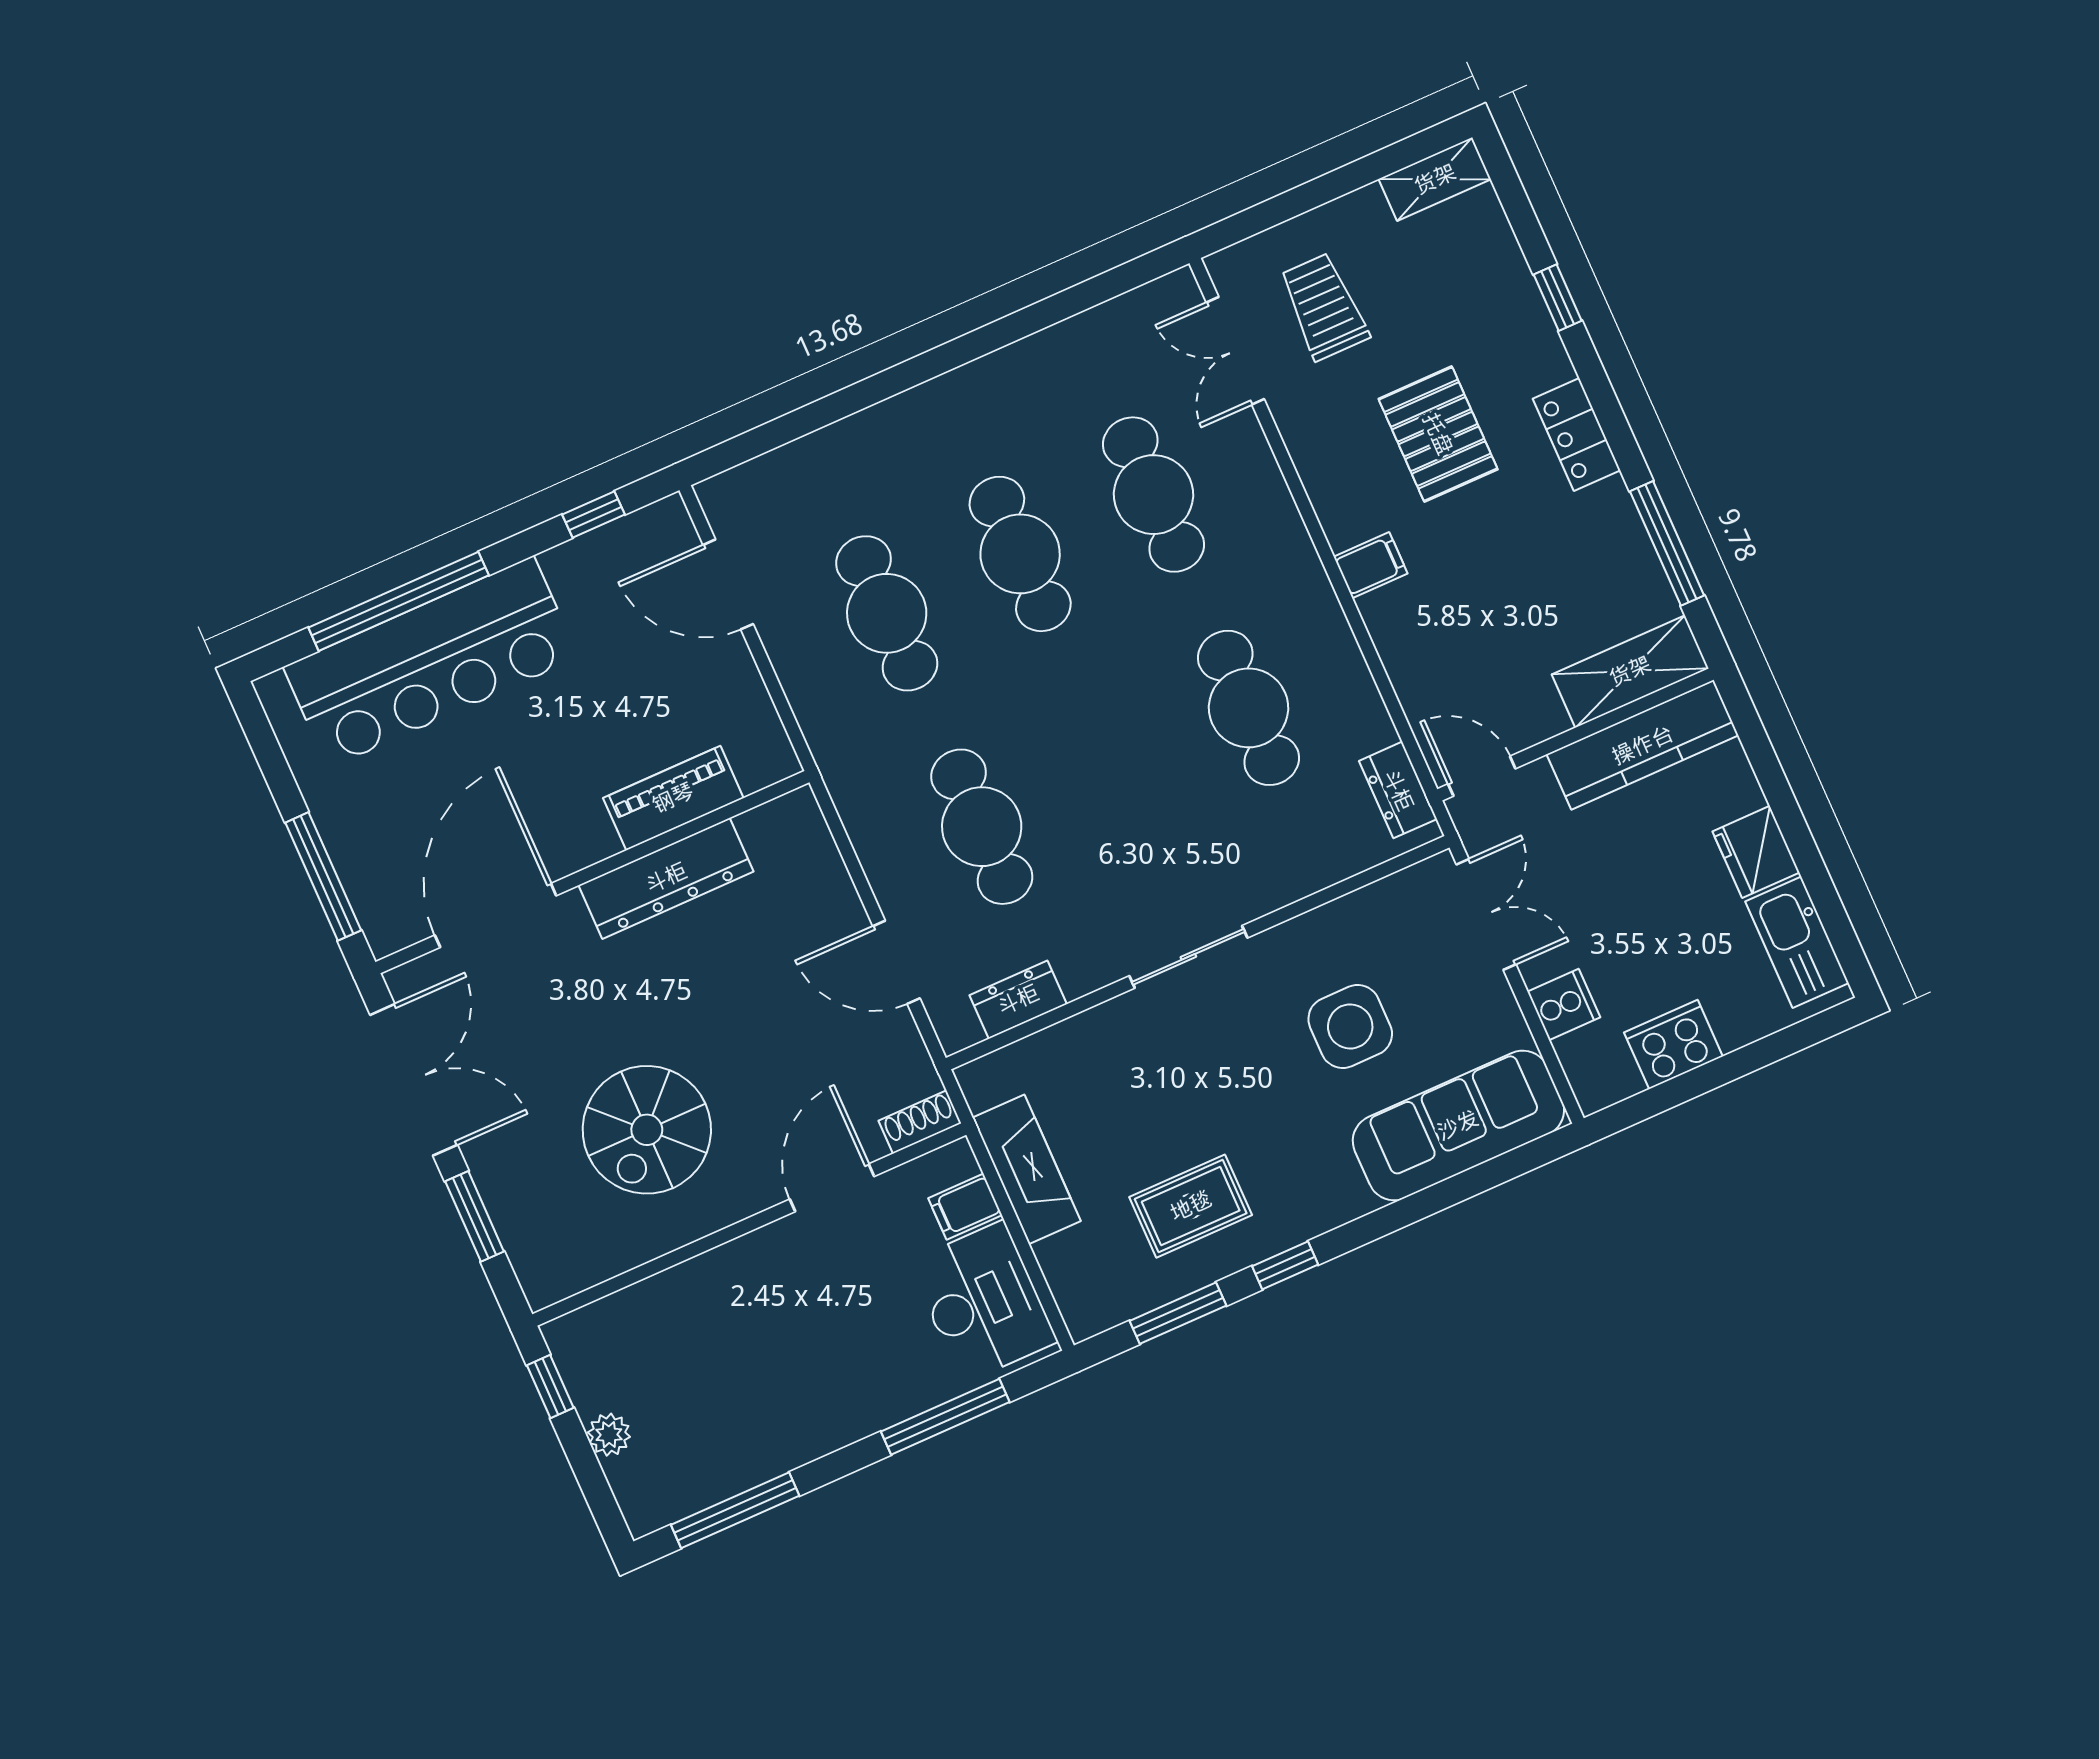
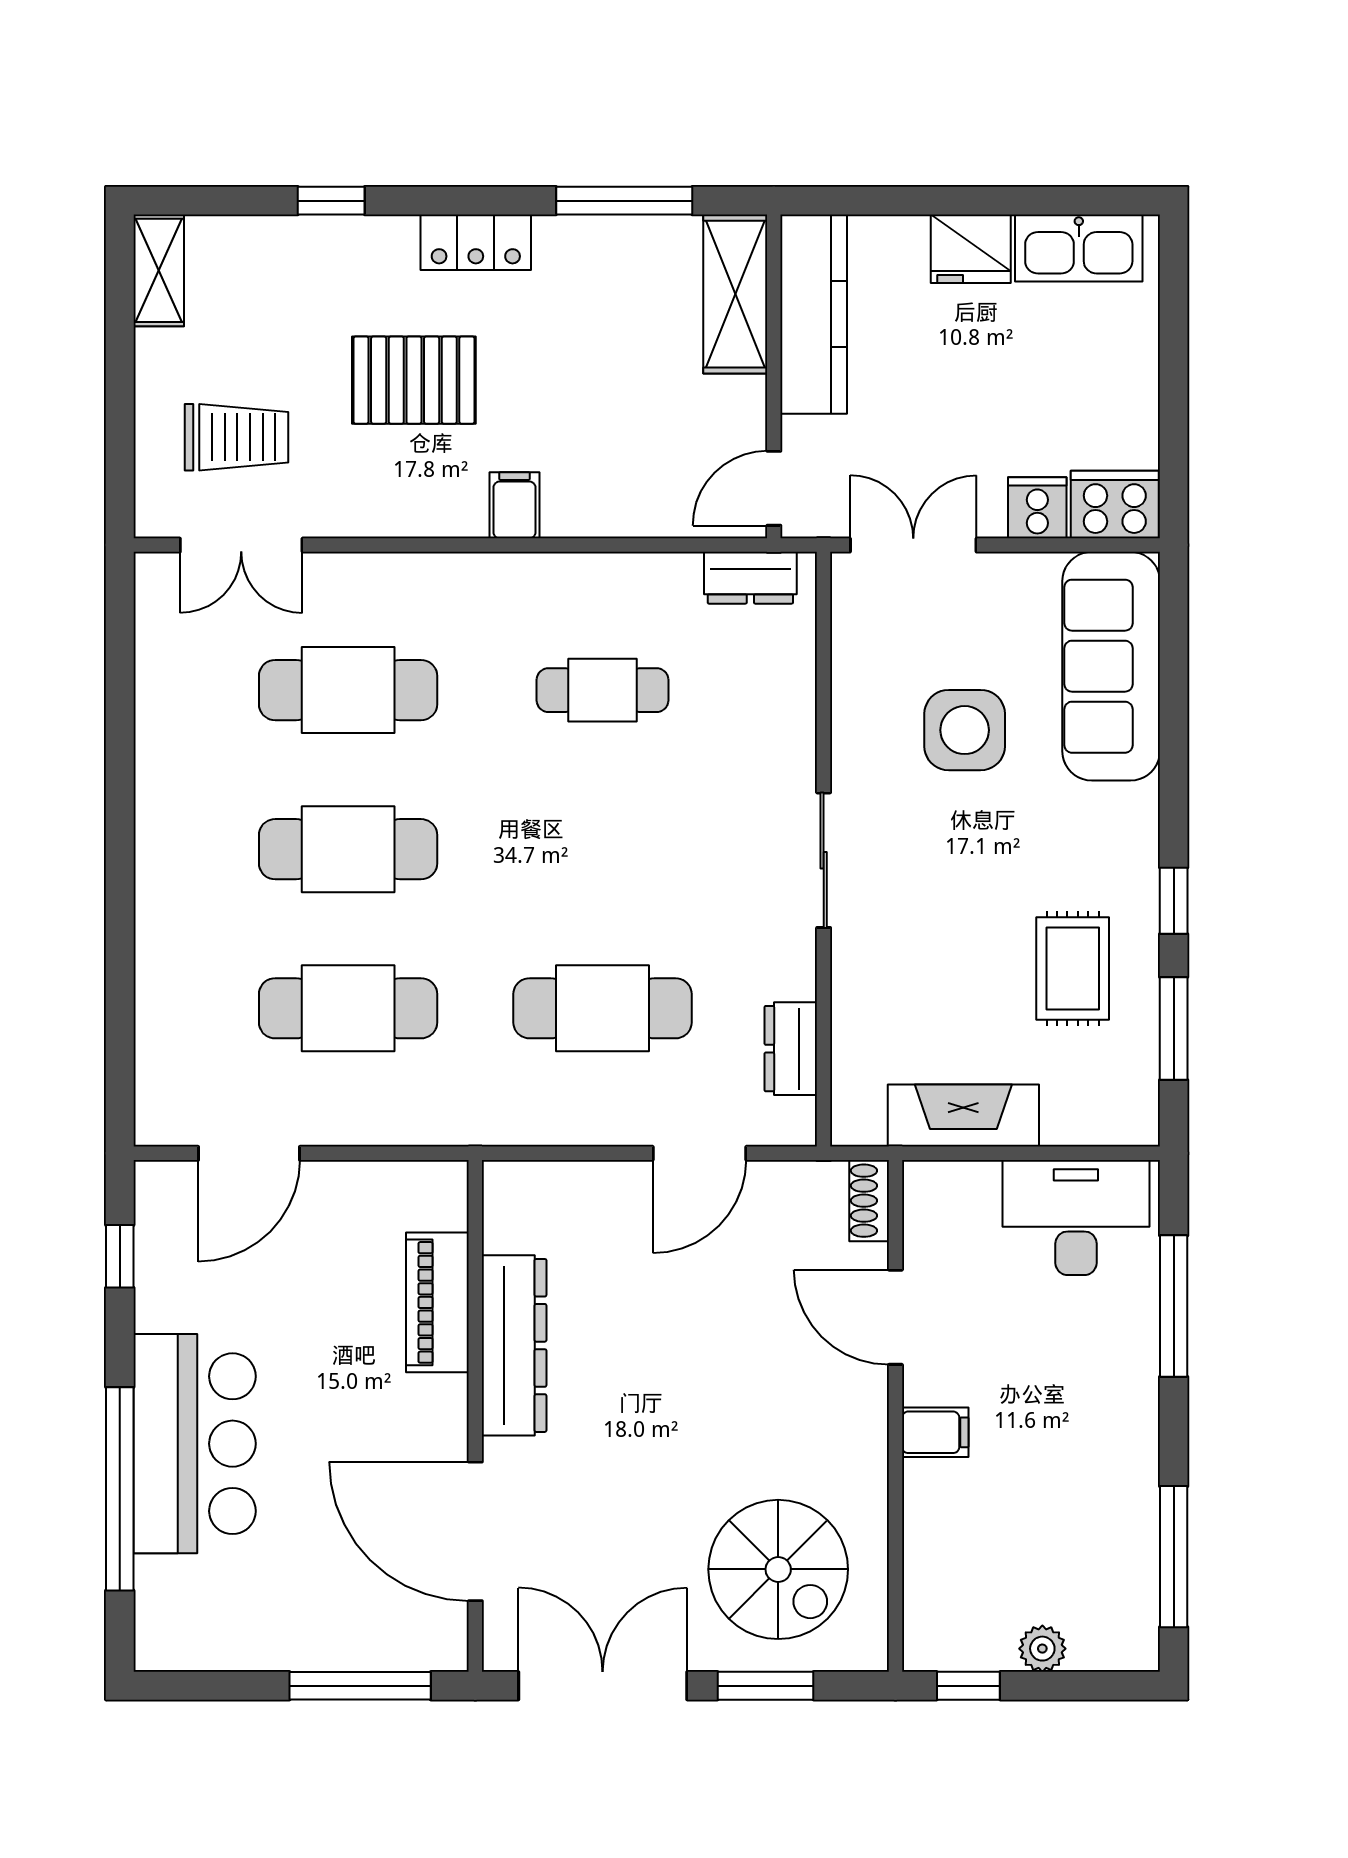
trolley: (1324, 307) -> (237, 437), turned 180
bar counter: (431, 662) -> (195, 1444), width x0.73
cafe table: (1249, 708) -> (603, 690), width x0.73, depth x0.74
cooker: (1673, 1044) -> (1115, 504), moved, turned 90
spiral stairs: (647, 1130) -> (778, 1569), moved
filing cabinet: (965, 1207) -> (935, 1432), moved, turned -90

